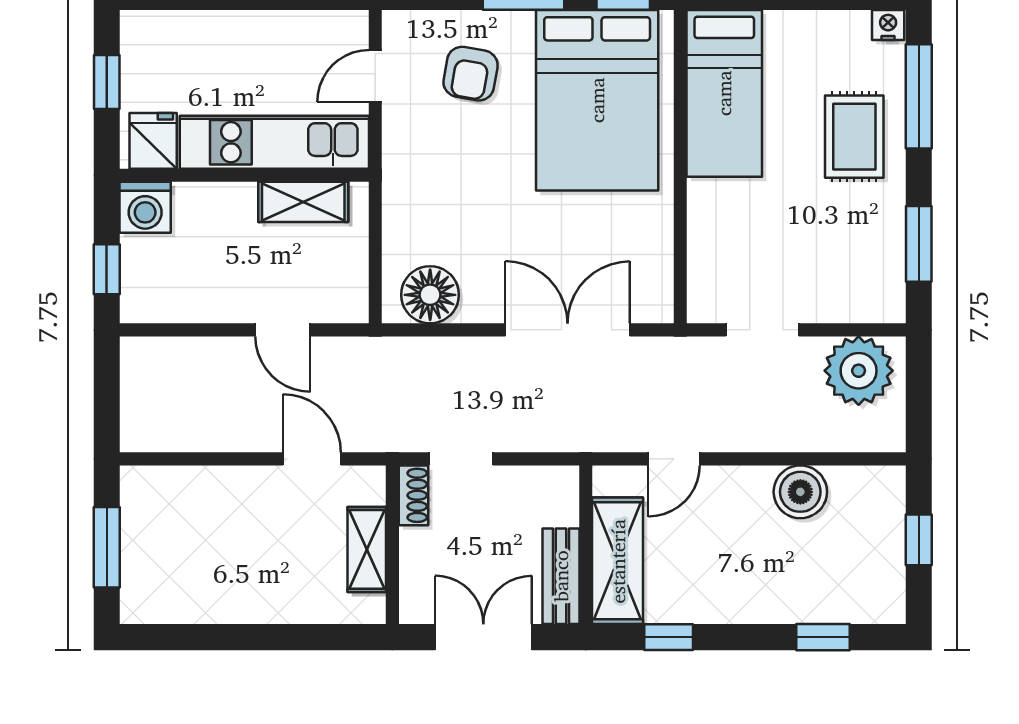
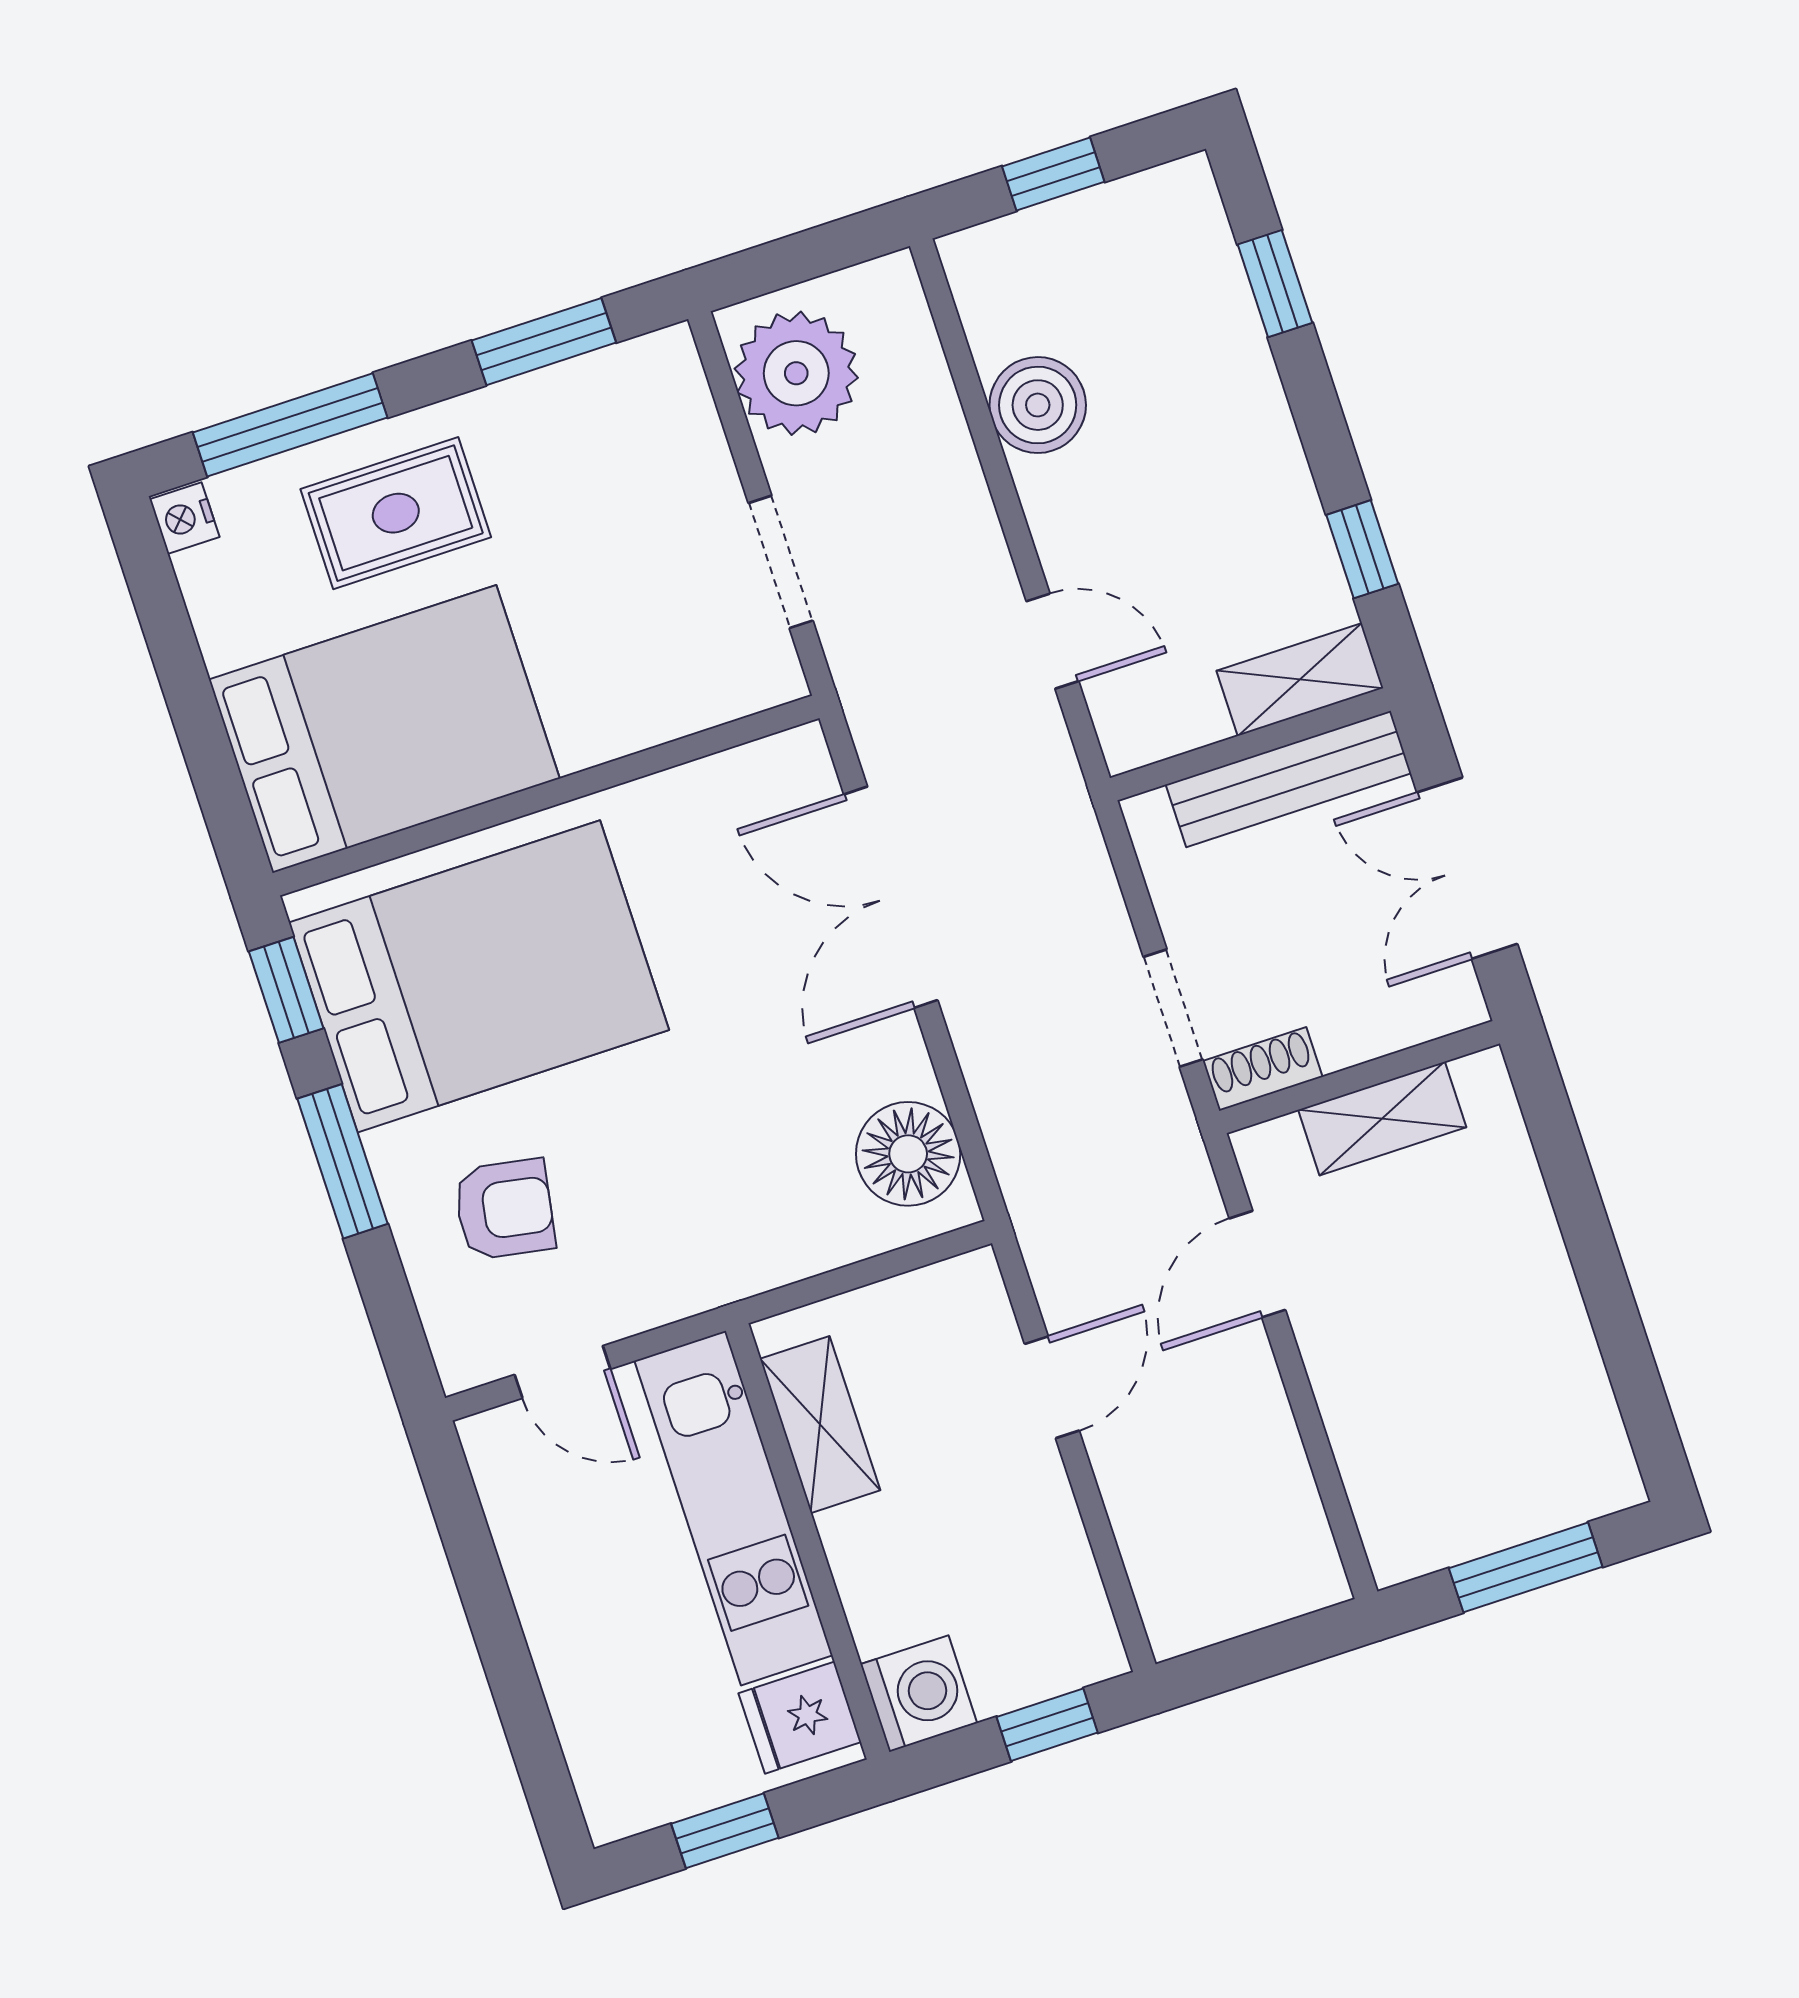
bed: (724, 93) -> (384, 729), width x1.50
shelving: (618, 561) -> (1300, 679), width x0.67, depth x0.75
bench: (561, 576) -> (1289, 779), width x1.36

